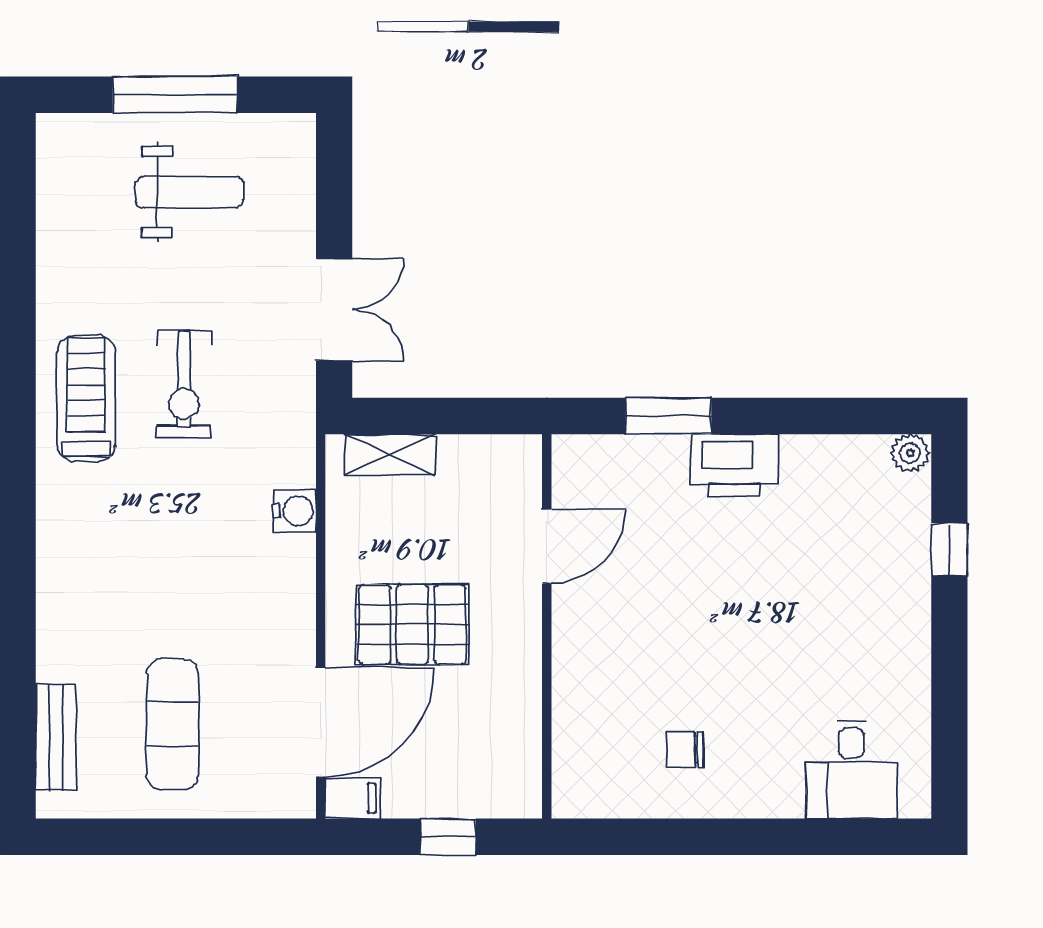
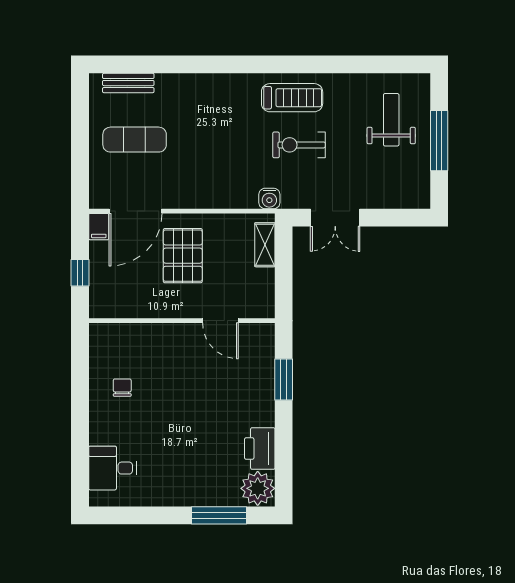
weight bench: (190, 192) -> (391, 120), moved, turned 180
plant: (910, 453) -> (258, 488), width x1.88, depth x1.88
printer: (735, 465) -> (260, 449), moved
water cooler: (295, 511) -> (269, 199), moved
window: (949, 550) -> (219, 515), width x2.17
door: (321, 722) -> (135, 211), hinge flipped

